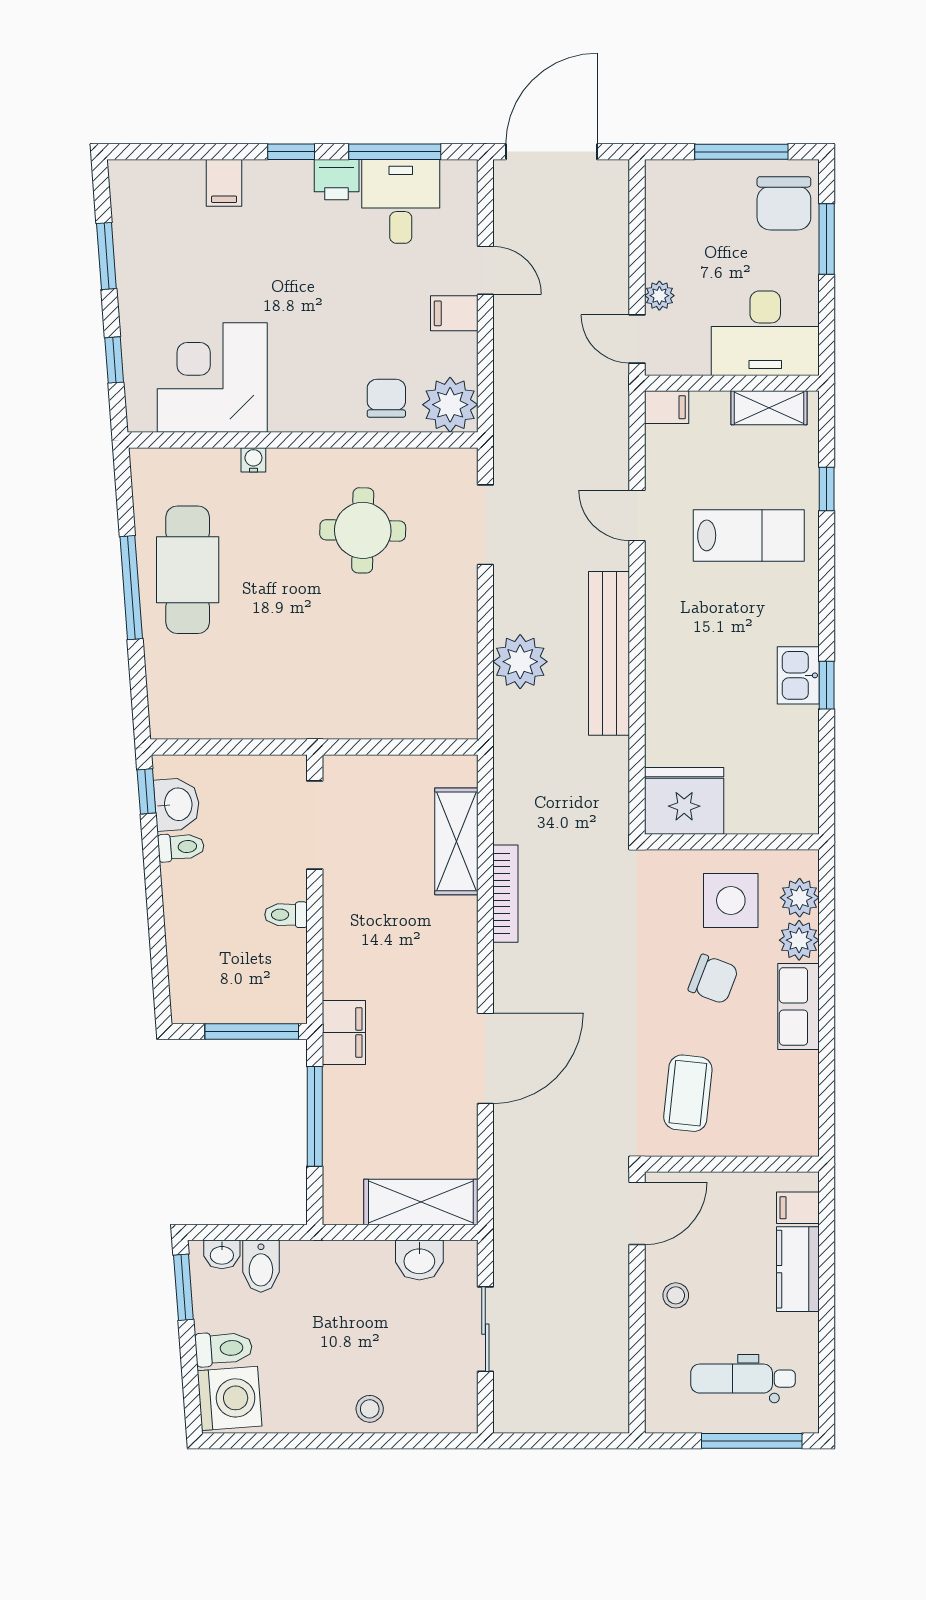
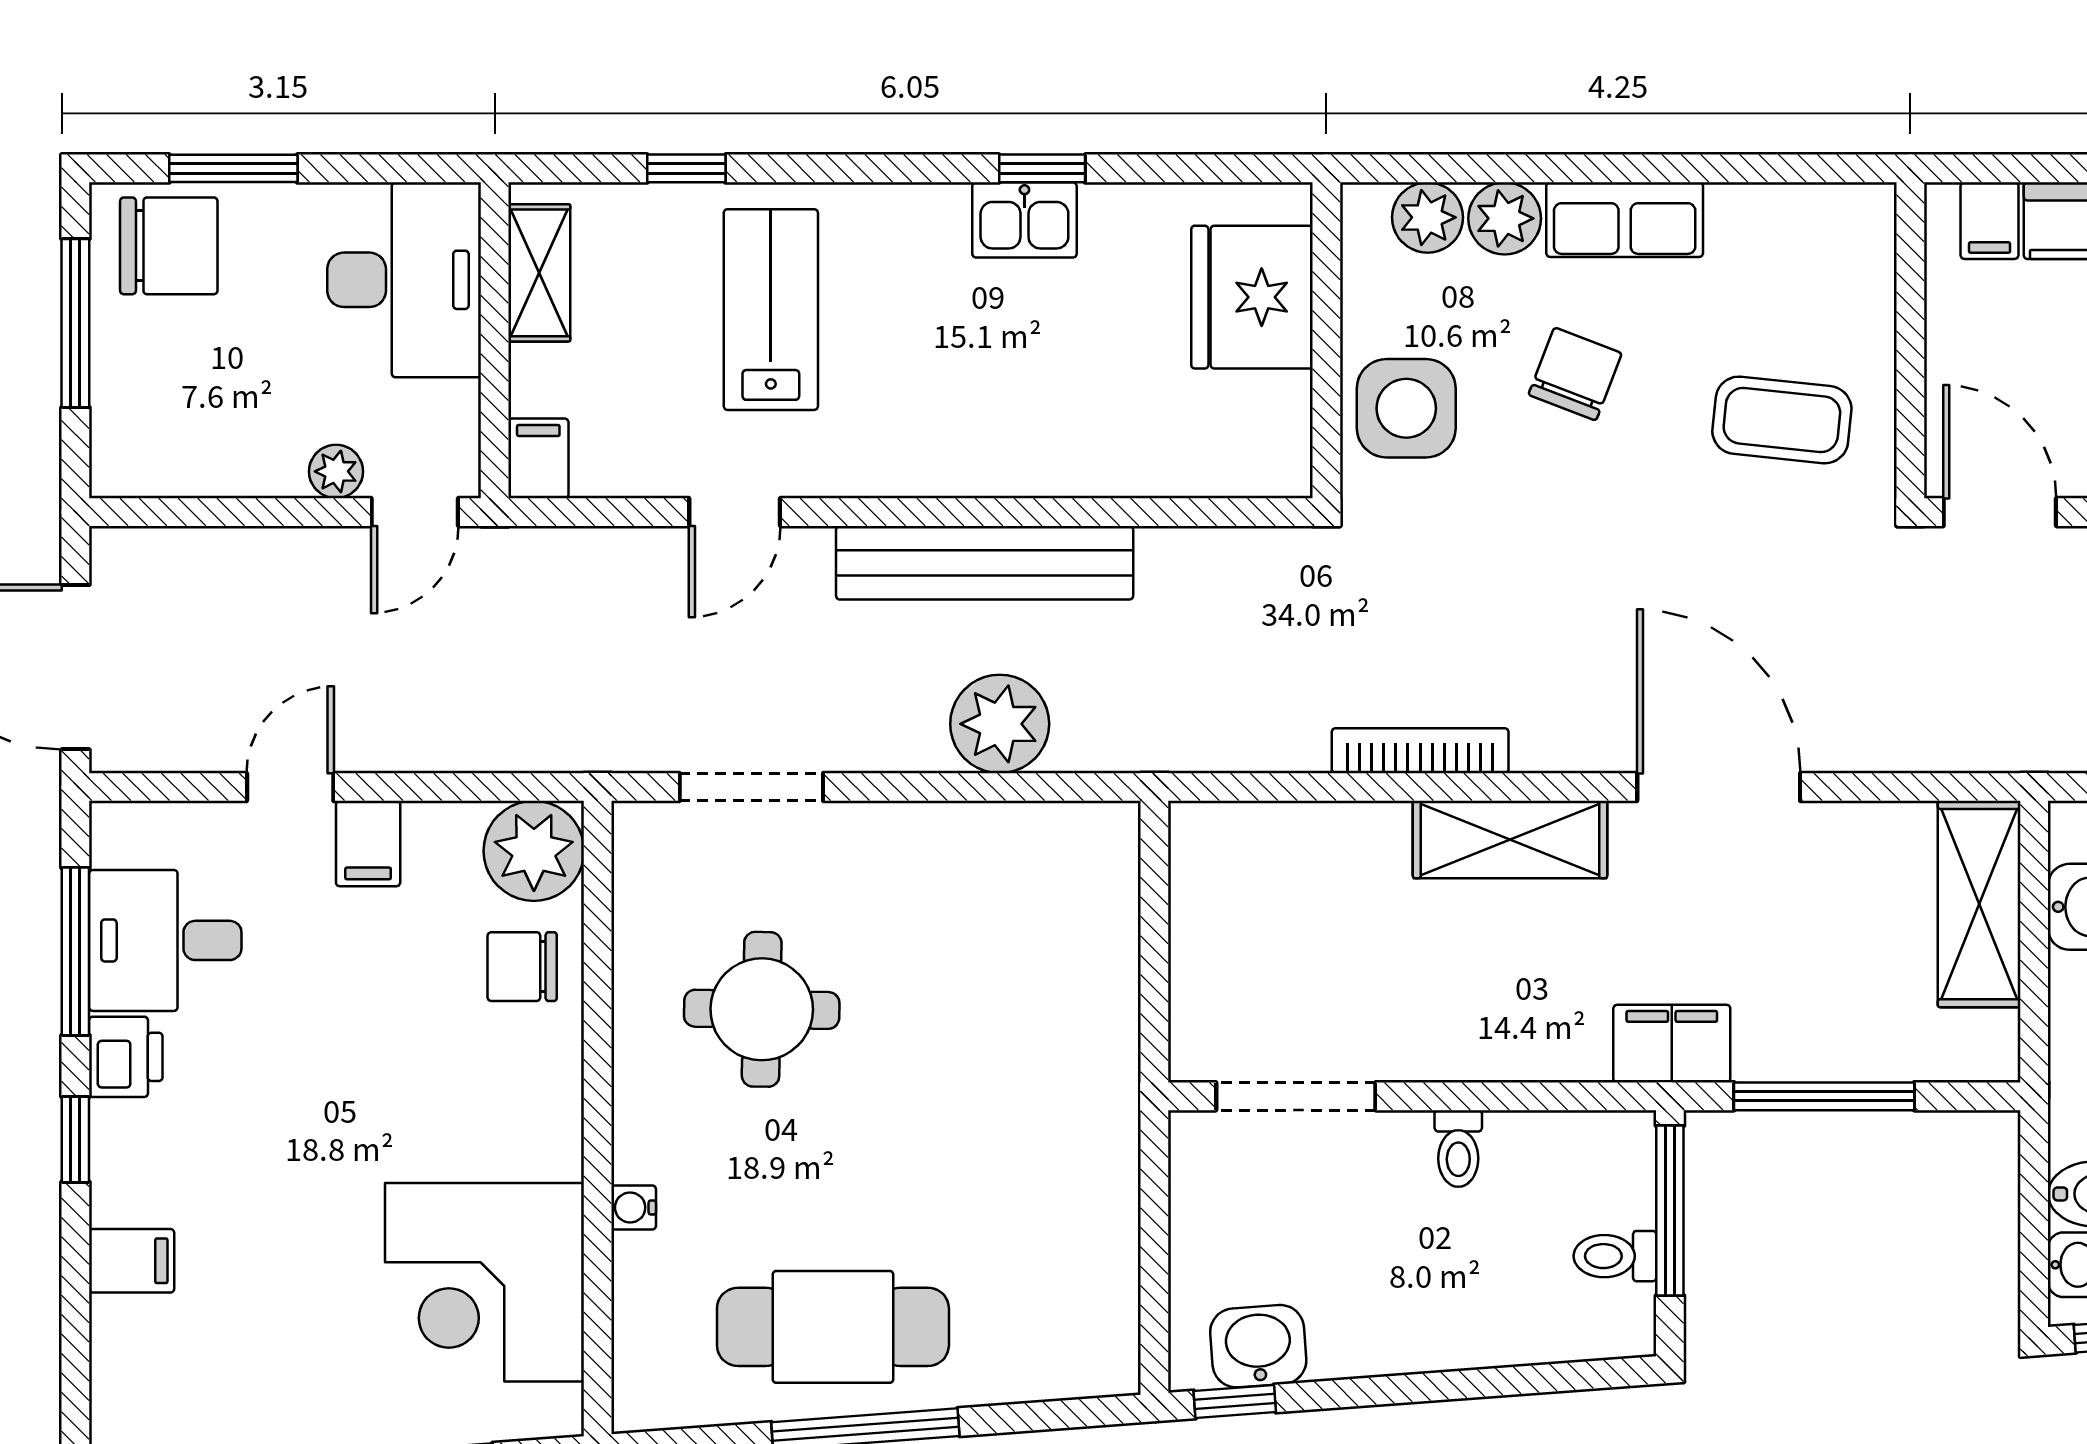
fridge: (684, 801) -> (1252, 297), moved
shelving: (456, 841) -> (1510, 840), moved
toilet: (181, 847) -> (1615, 1256), moved, turned -86
side table: (731, 900) -> (1406, 408), moved

